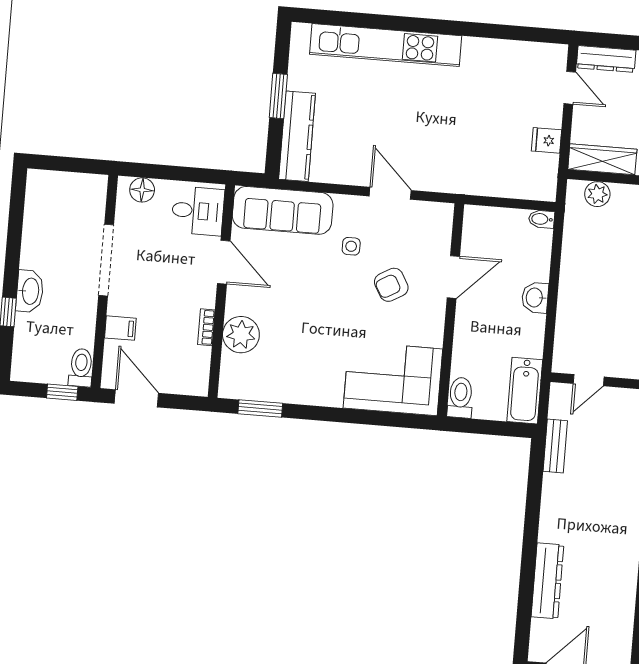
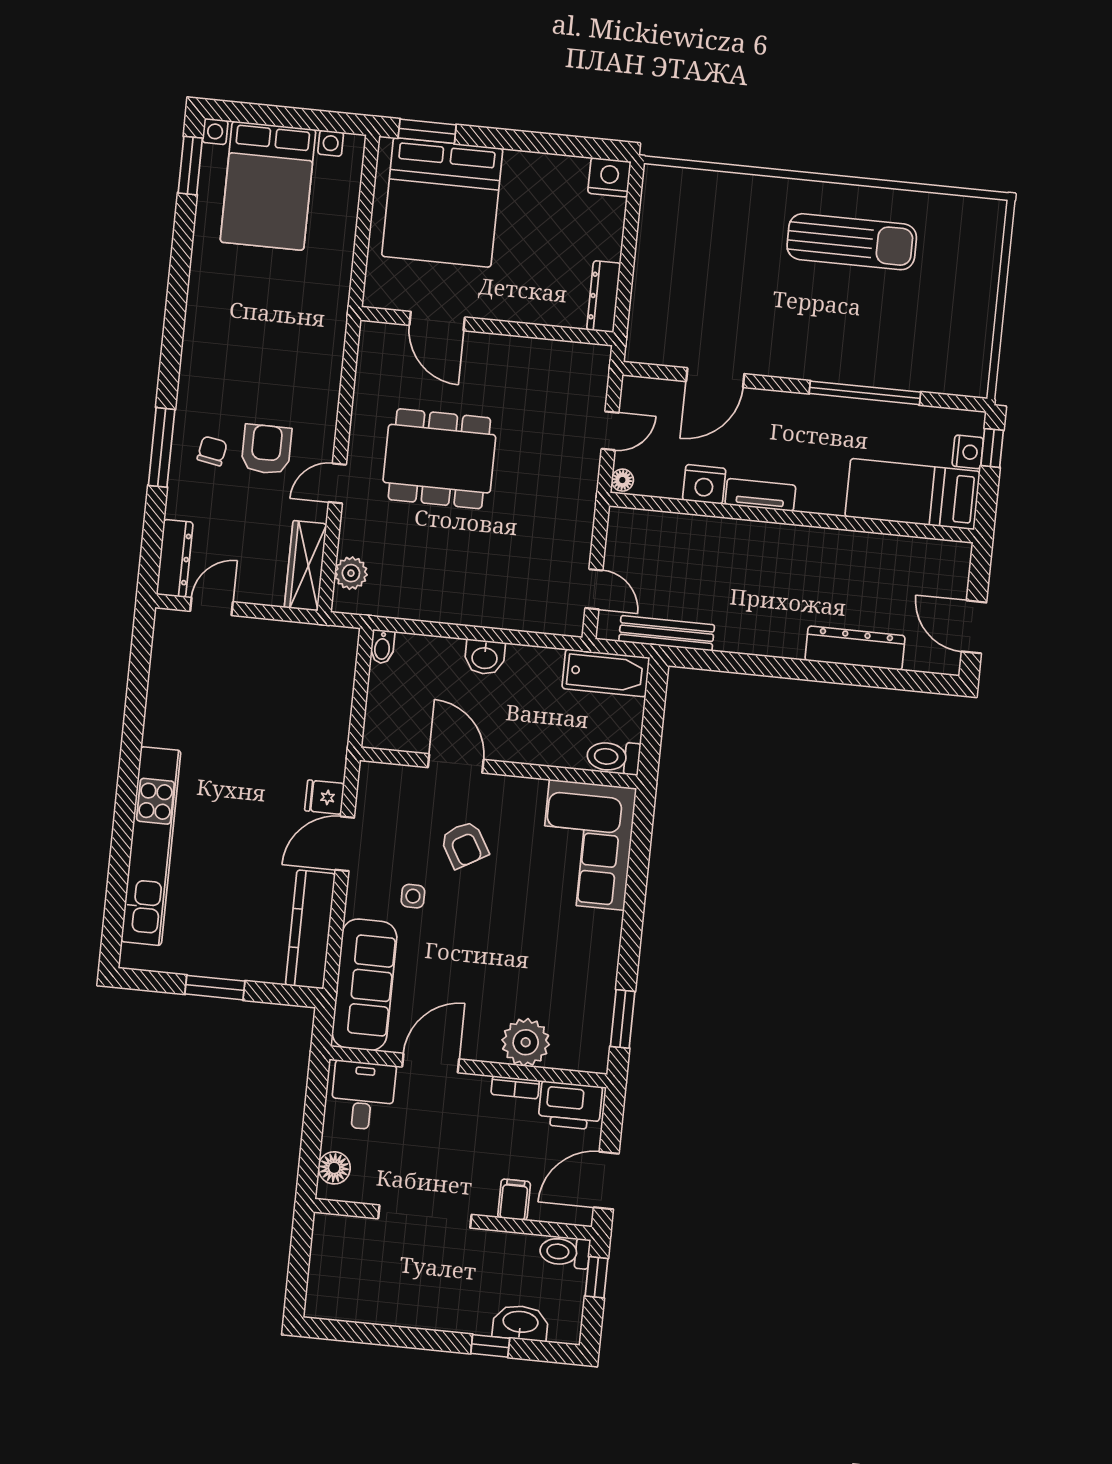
kitchen counter: (297, 136) -> (310, 929), moved, turned -90
fridge: (546, 140) -> (325, 797), moved, turned 90
washbasin: (30, 291) -> (520, 1323), moved
printer: (193, 370) -> (570, 1105), added
bench: (555, 446) -> (667, 633), width x1.36

